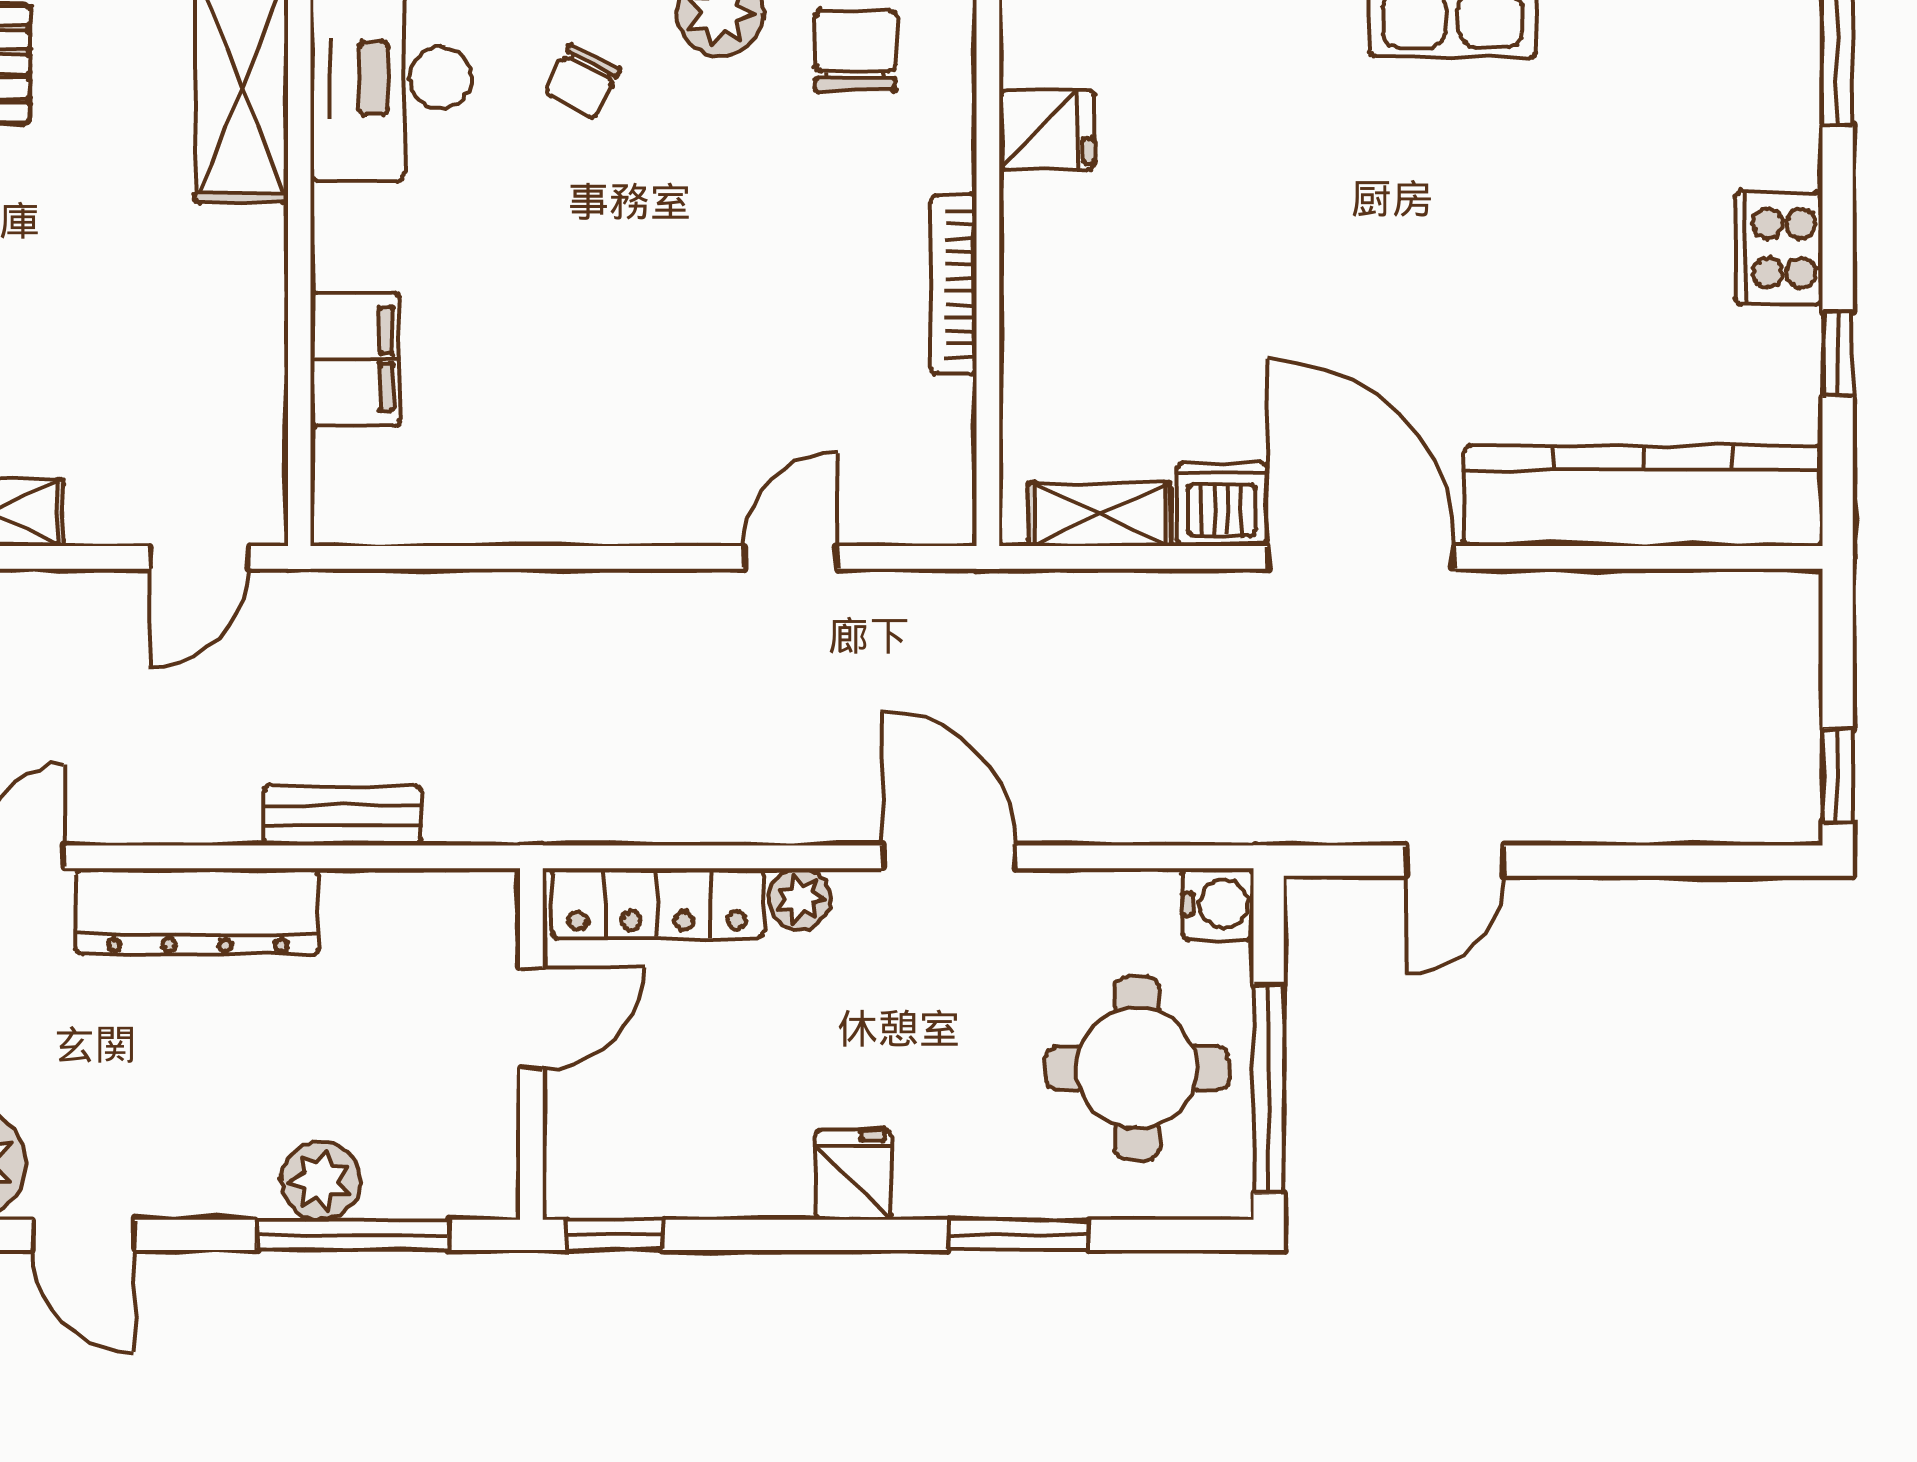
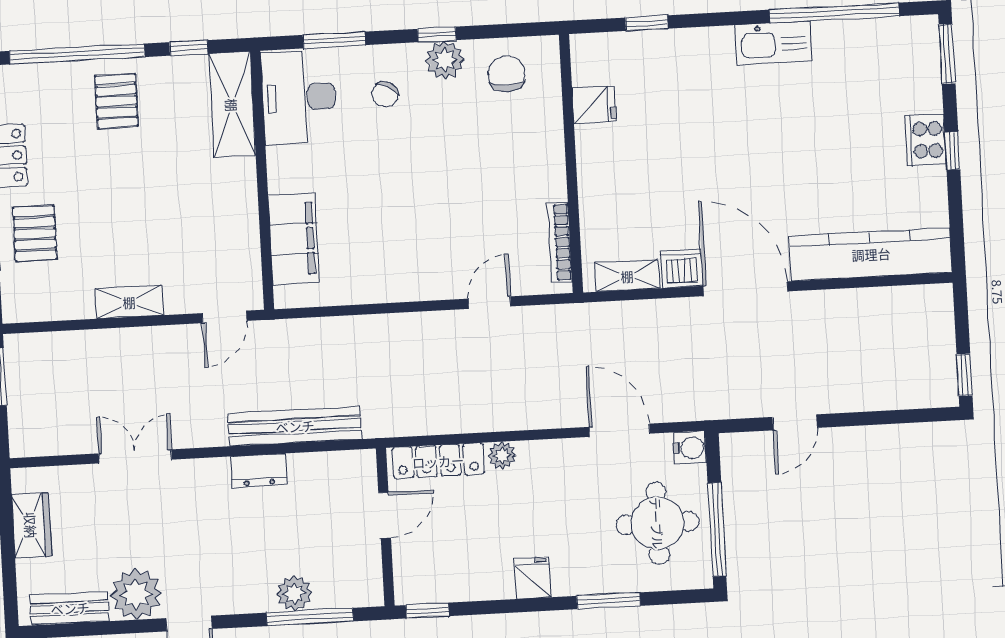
bookcase: (954, 285) -> (560, 242), moved
window: (1838, 354) -> (952, 151), moved
filing cabinet: (355, 359) -> (294, 239), width x1.50, depth x1.17
bench: (342, 816) -> (295, 426), width x1.86, depth x1.21
door: (949, 857) -> (619, 430), moved
dresser: (197, 911) -> (259, 470), width x0.51, depth x0.80

